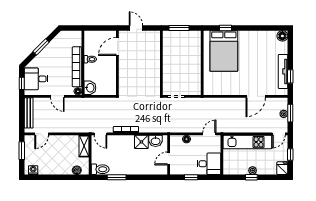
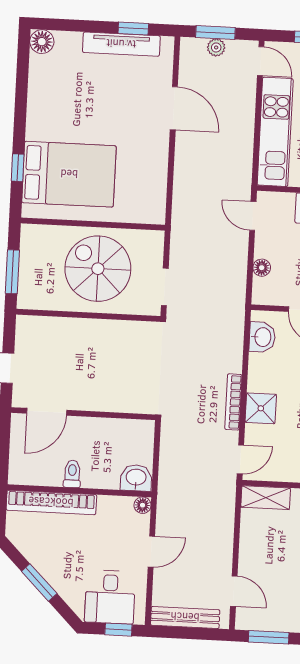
door: (117, 46) -> (47, 412), hinge flipped
spiral stairs: (182, 66) -> (98, 269), added
bookcase: (77, 67) -> (51, 502), moved
shower: (141, 142) -> (261, 408), moved

